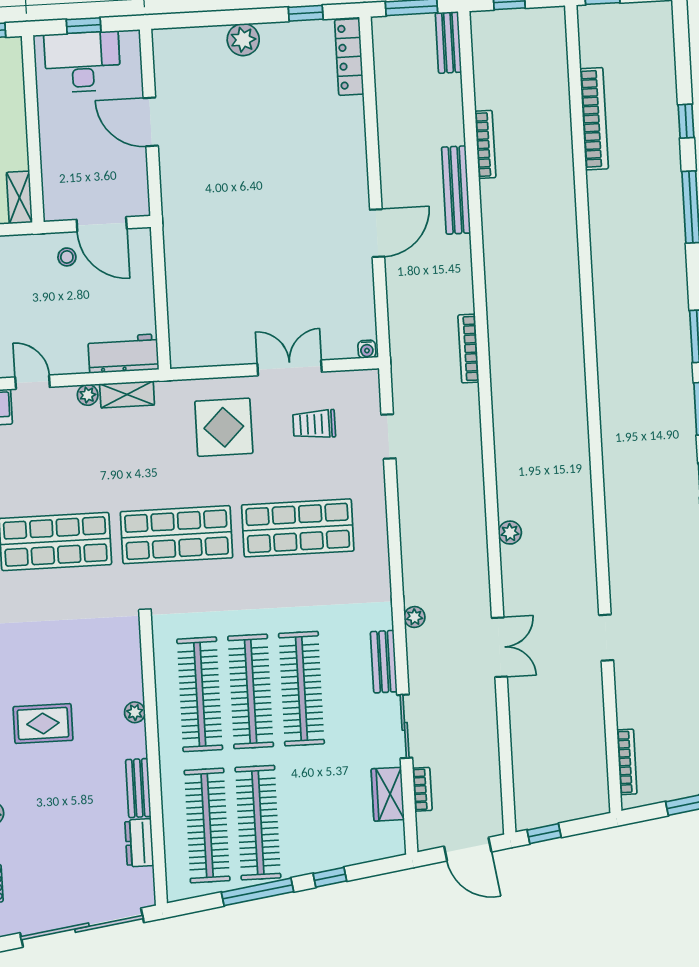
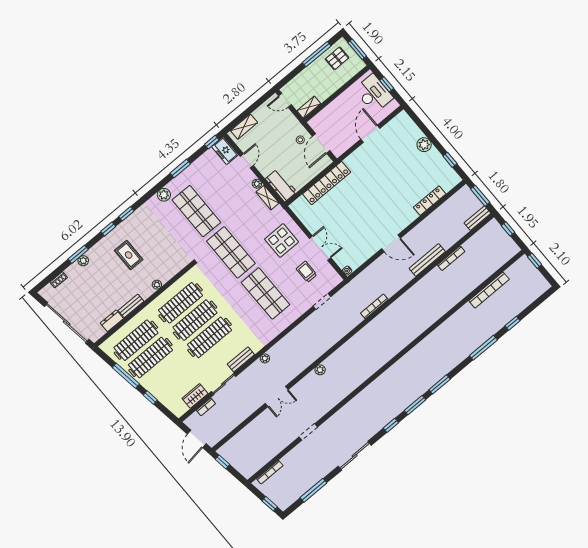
locker: (349, 57) -> (430, 201), moved
locker: (181, 268) -> (327, 183), added

